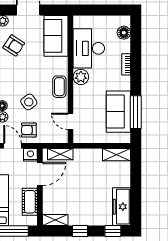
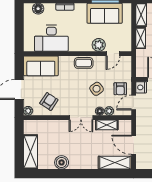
plant: (81, 77) -> (99, 45), moved
shelving: (60, 154) -> (141, 38), moved

